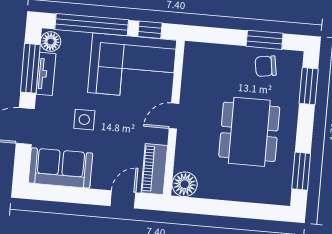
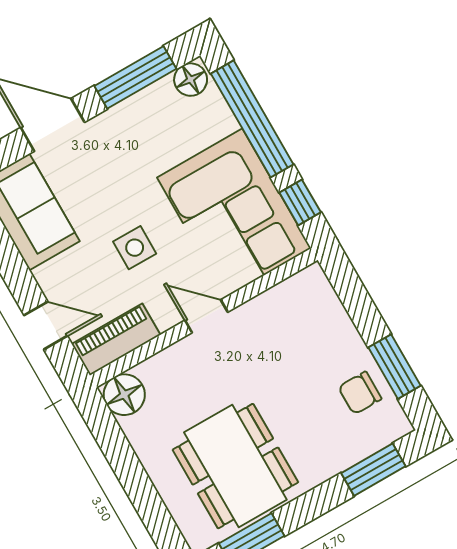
chair: (266, 66) -> (360, 393), turned -81
tv unit: (46, 74) -> (142, 104), removed
side table: (84, 120) -> (135, 248), moved
dining table: (249, 132) -> (235, 466), moved, turned 90

